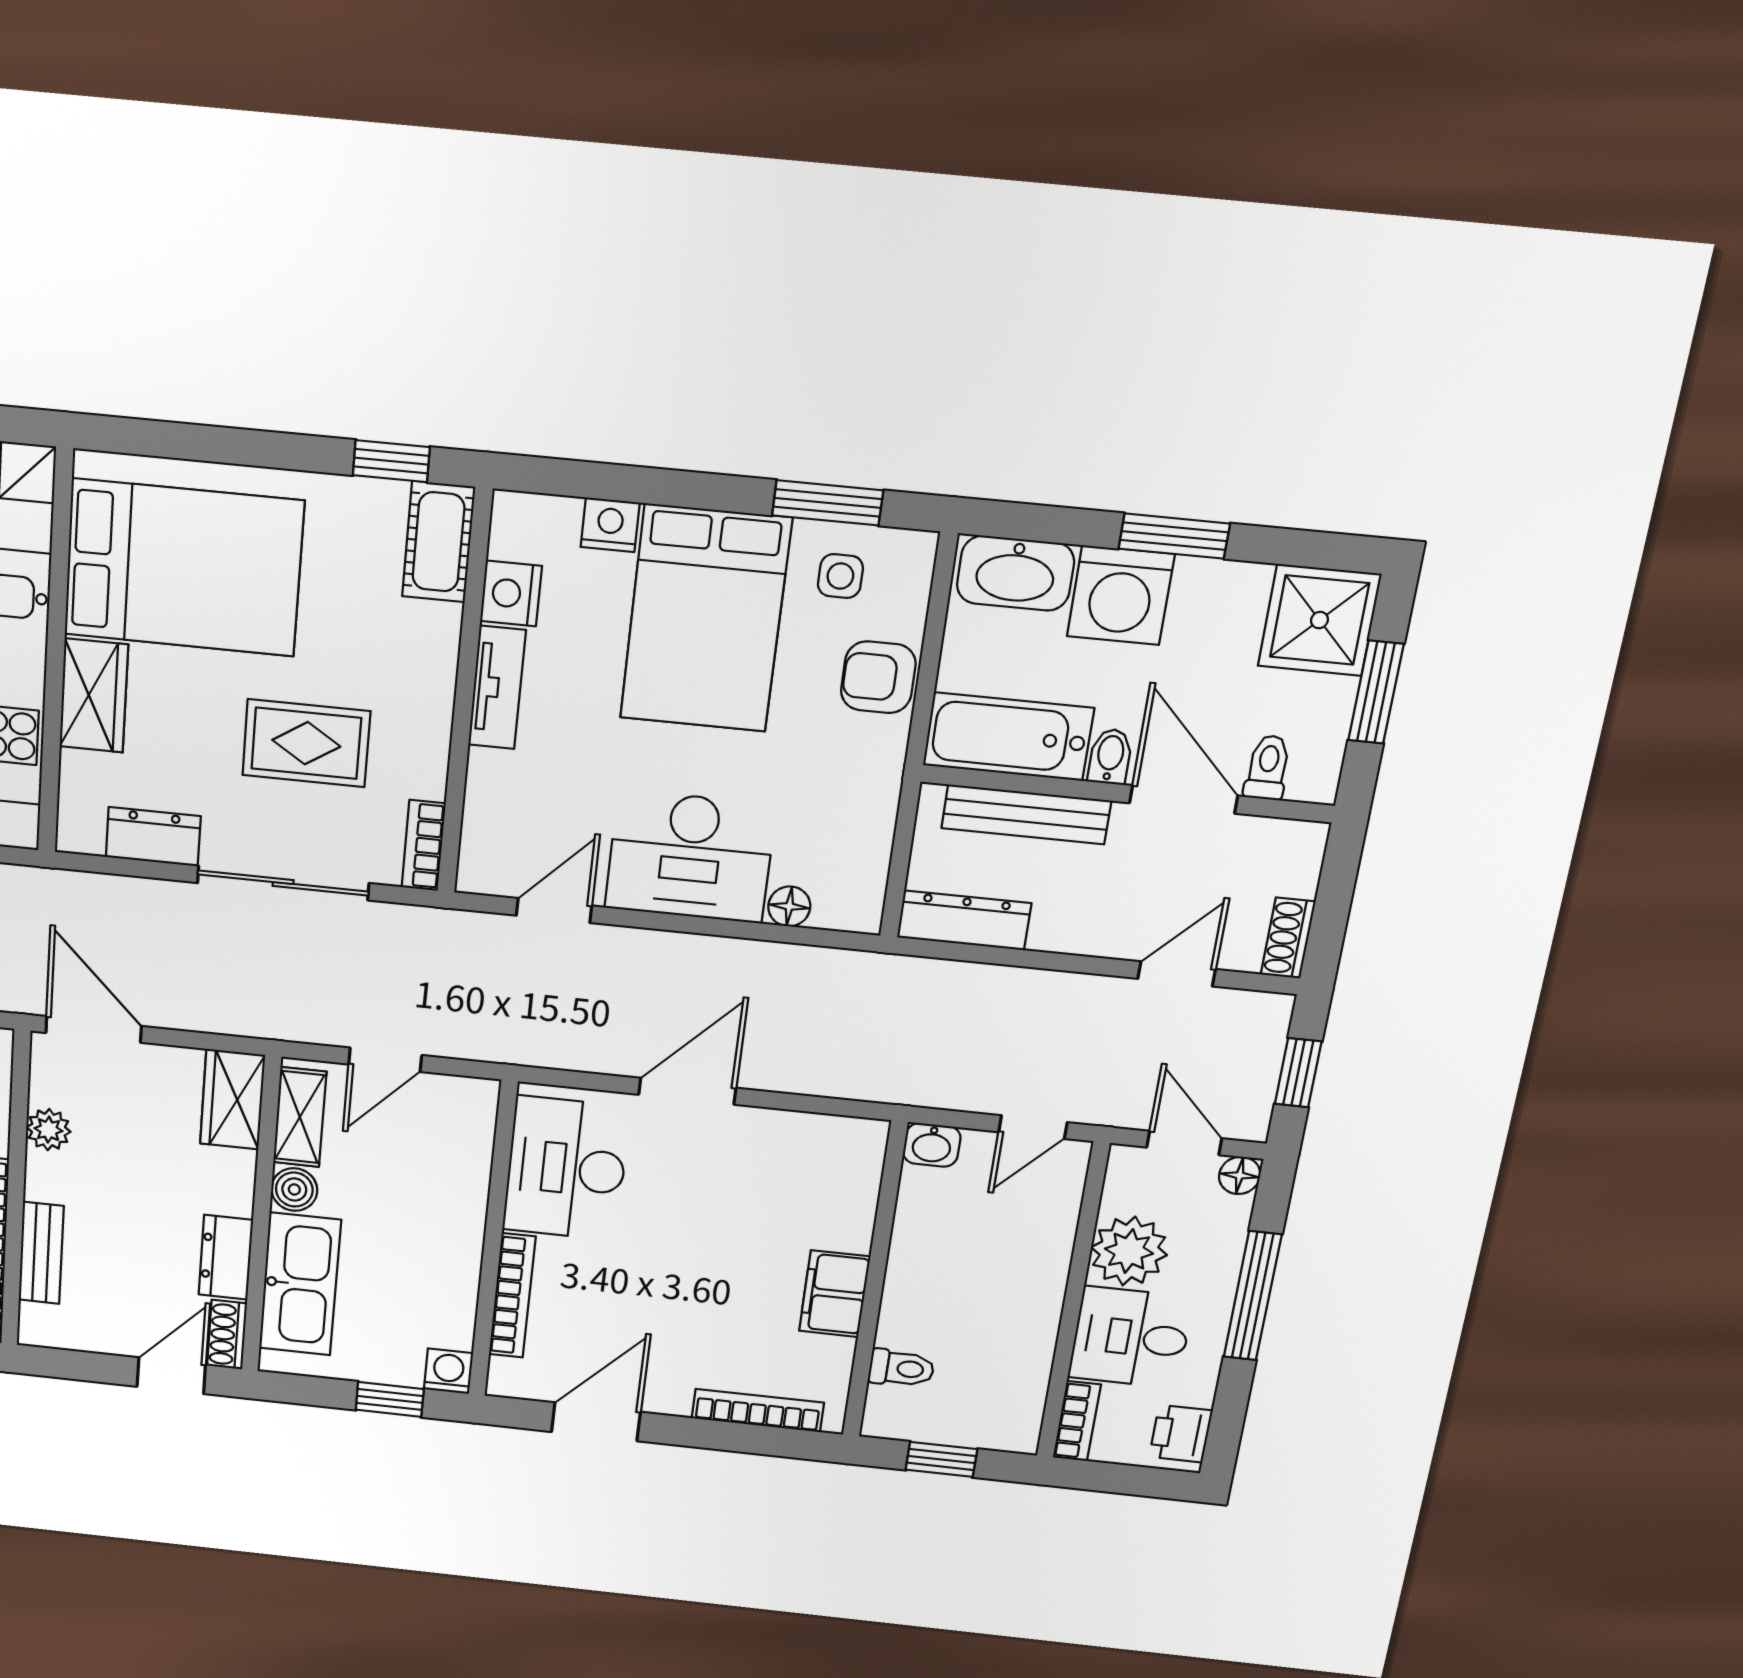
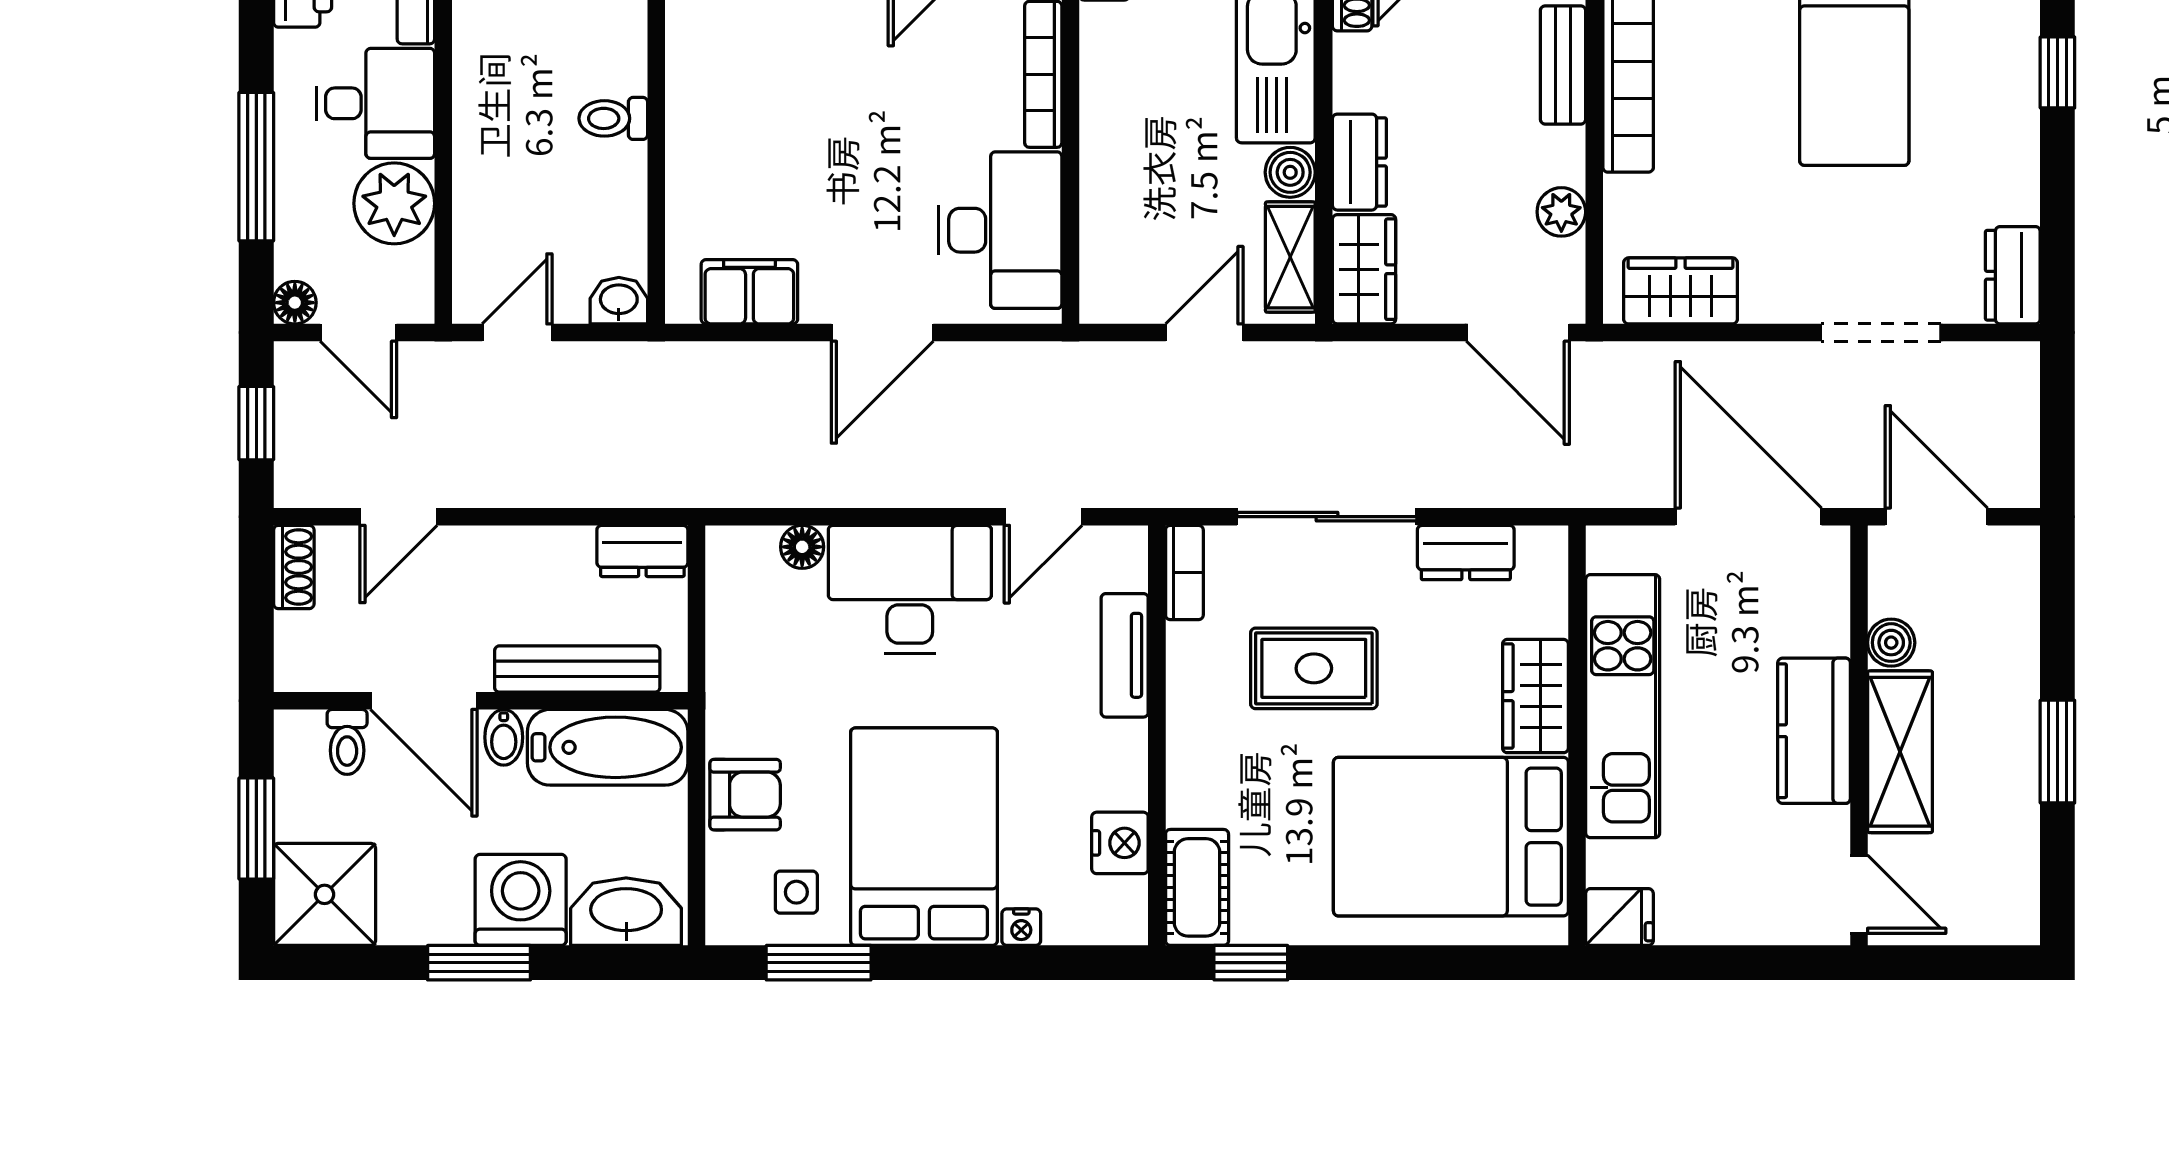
nightstand: (610, 525) -> (1021, 927), width x0.72, depth x0.74
tv unit: (497, 688) -> (1125, 655), moved
dresser: (964, 920) -> (642, 551), width x0.70
dresser: (226, 1257) -> (1359, 162), moved
filing cabinet: (835, 1294) -> (749, 292), moved, turned -90
toilet: (901, 1368) -> (613, 118), moved

